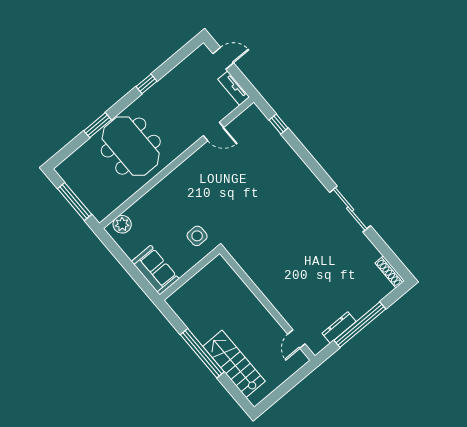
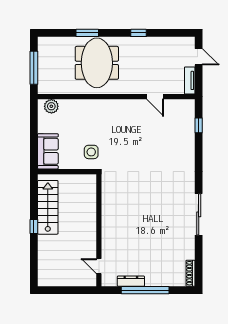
door: (296, 339) -> (99, 266), hinge flipped
window: (202, 353) -> (34, 226), width x0.32
stairs: (234, 364) -> (48, 207), moved

